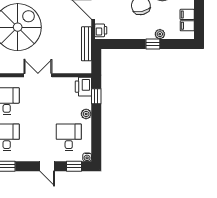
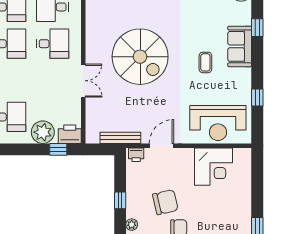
window: (153, 44) -> (120, 200), moved
plant: (86, 114) -> (43, 132), width x1.88, depth x1.88

